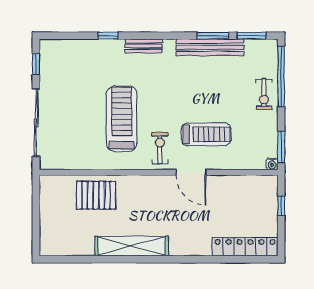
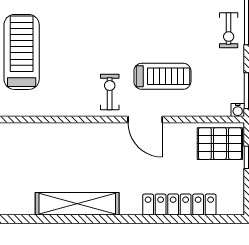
treadmill: (122, 119) -> (22, 52), moved
pallet: (96, 195) -> (220, 144), moved
locker: (245, 247) -> (179, 205), moved

